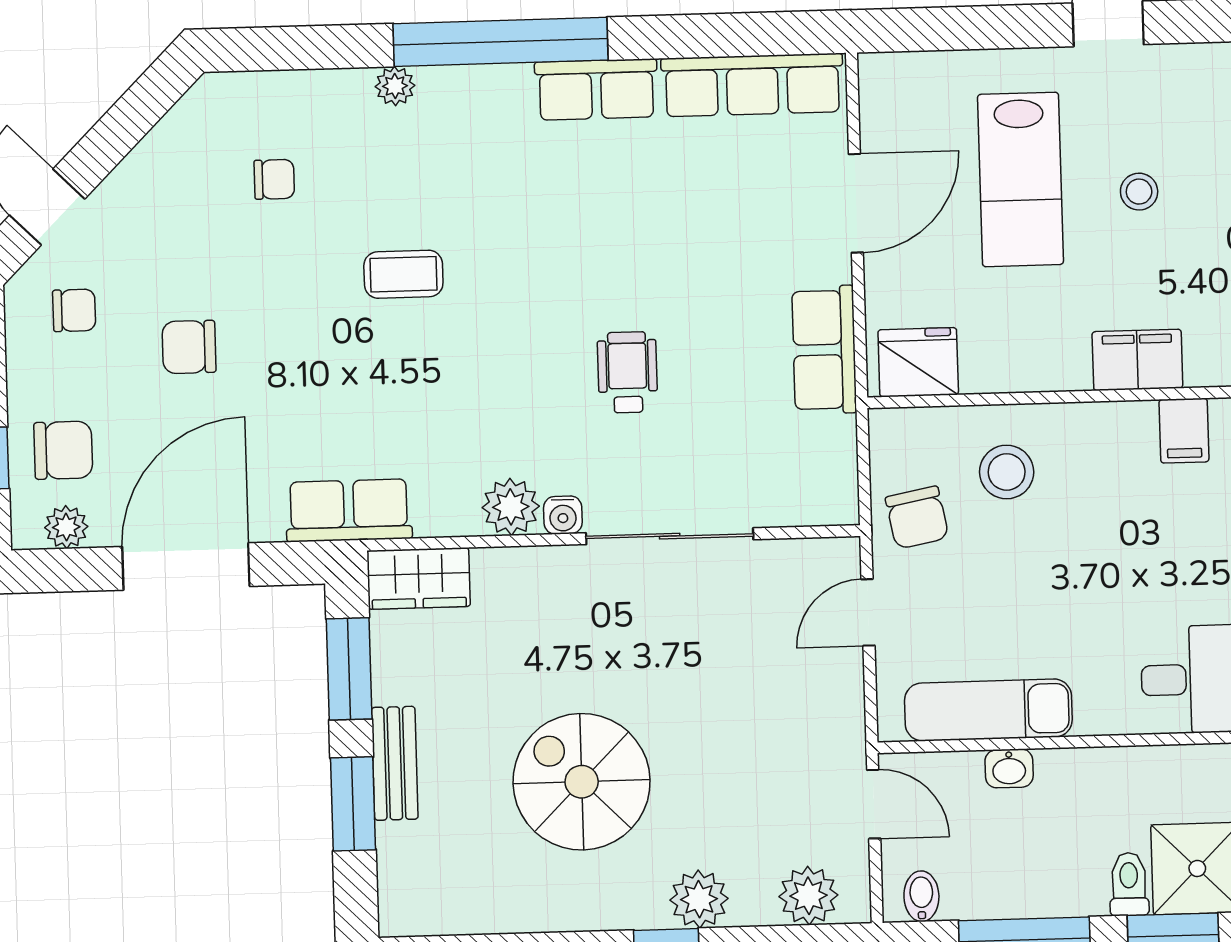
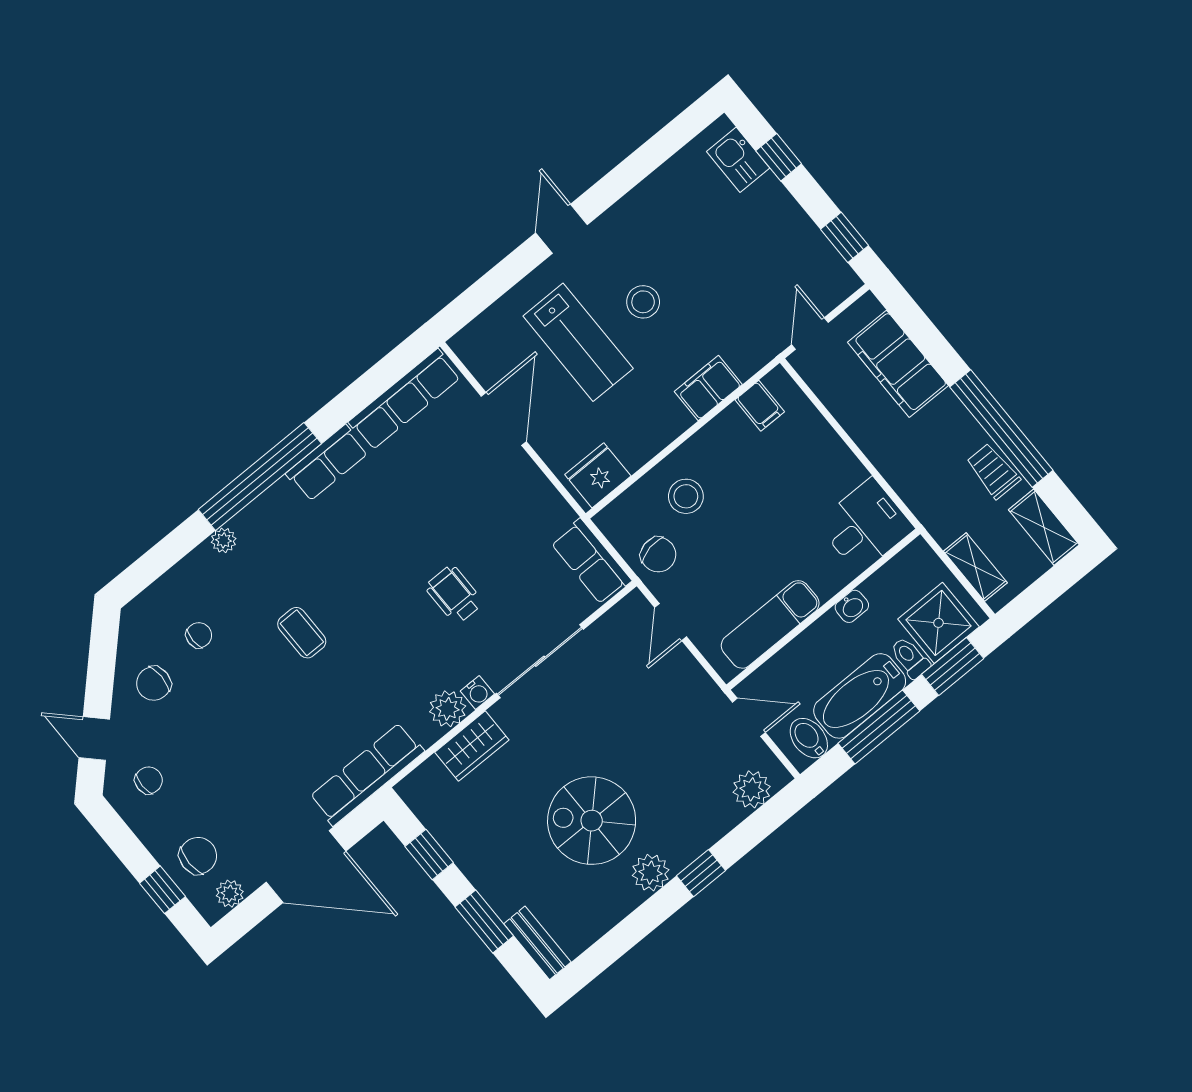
stool: (1139, 192) -> (643, 302), width x1.37, depth x1.37
coffee table: (403, 274) -> (302, 633), turned 90
chair: (189, 347) -> (154, 683), moved
row of seats: (824, 350) -> (591, 562), moved
row of seats: (349, 510) -> (367, 774), width x1.48
door: (186, 566) -> (306, 867), swing flipped
wardrobe: (419, 578) -> (472, 746), moved
window: (349, 669) -> (429, 855), width x0.67
bench: (395, 763) -> (537, 943), moved
washbasin: (1009, 768) -> (852, 606), moved
bathtub: (1031, 883) -> (860, 696), added
bidet: (921, 896) -> (809, 738), width x1.38, depth x1.36
plant: (699, 899) -> (651, 873), moved

